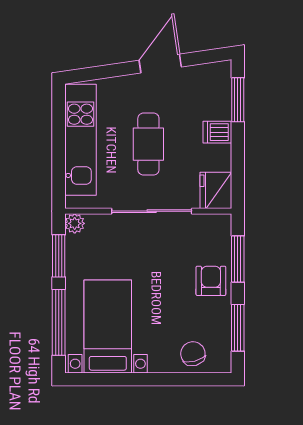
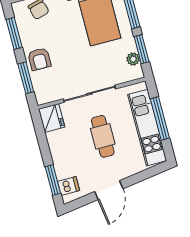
dishwasher: (217, 132) -> (68, 186), moved
window: (59, 148) -> (160, 118), added
plant: (75, 223) -> (133, 59), moved

